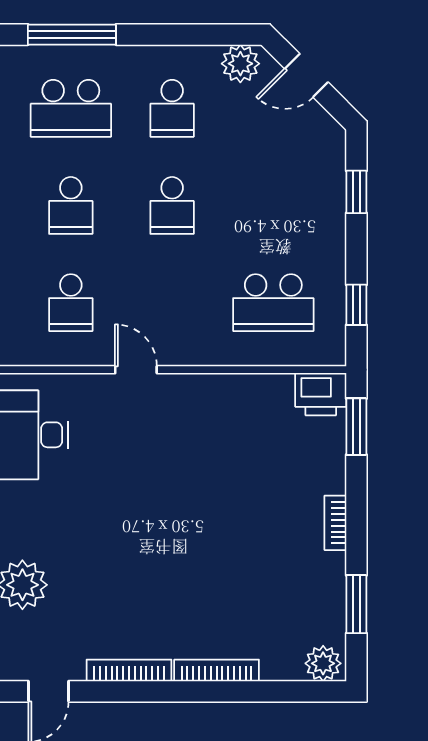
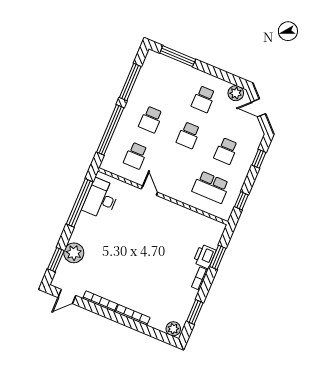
school desk: (71, 108) -> (226, 151), moved, width x0.54
printer: (321, 394) -> (205, 256), moved, turned 90
window: (356, 427) -> (218, 257), moved

